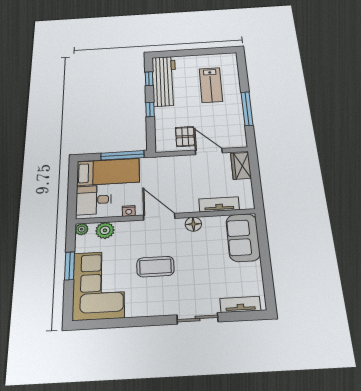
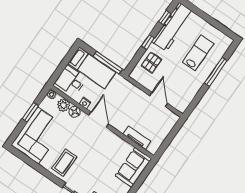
lab bench: (211, 85) -> (198, 53), turned 180
window: (247, 109) -> (216, 72), moved
pallet: (185, 137) -> (151, 63), moved
wardrobe: (241, 166) -> (169, 123), removed
floor lamp: (193, 224) -> (75, 112), moved
coffee table: (155, 267) -> (64, 163), moved, turned 90

